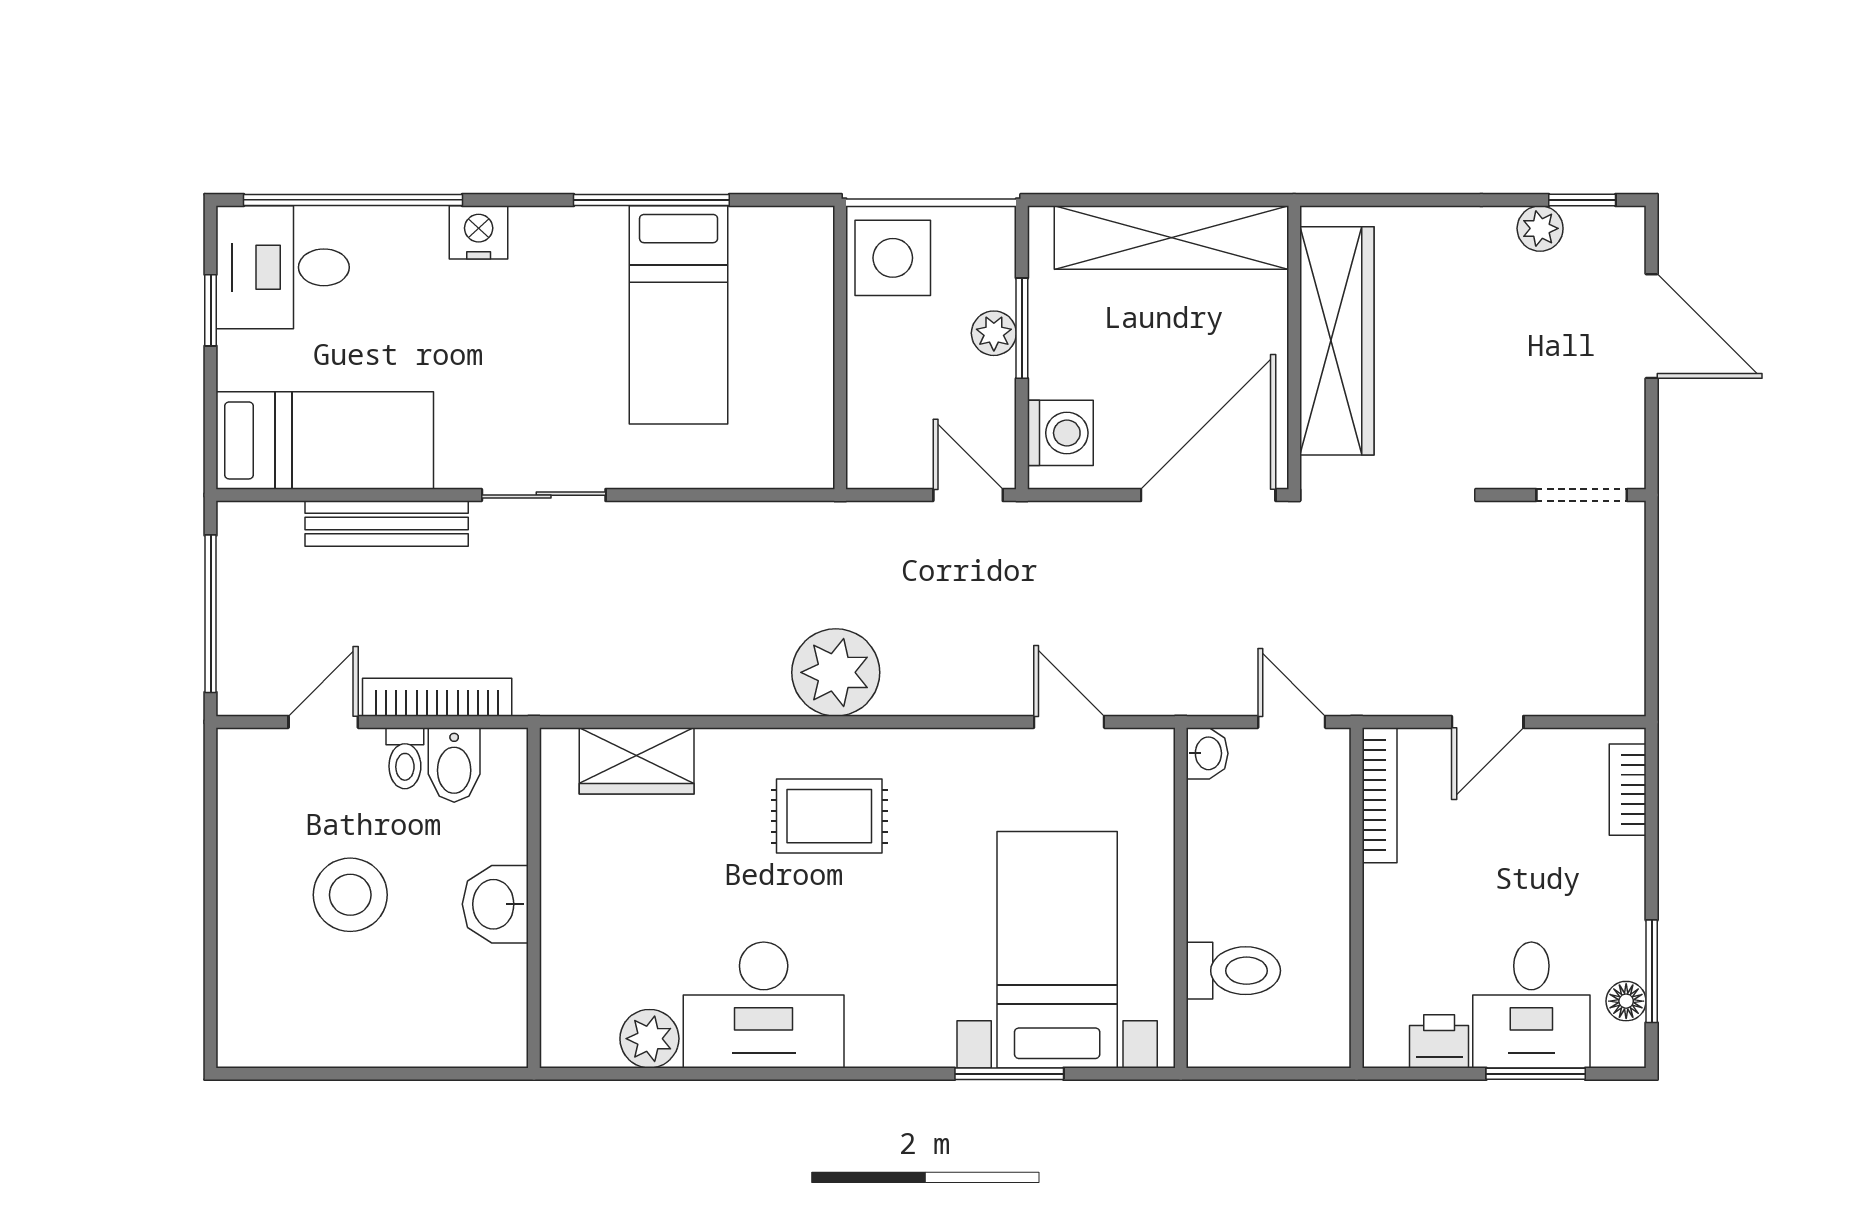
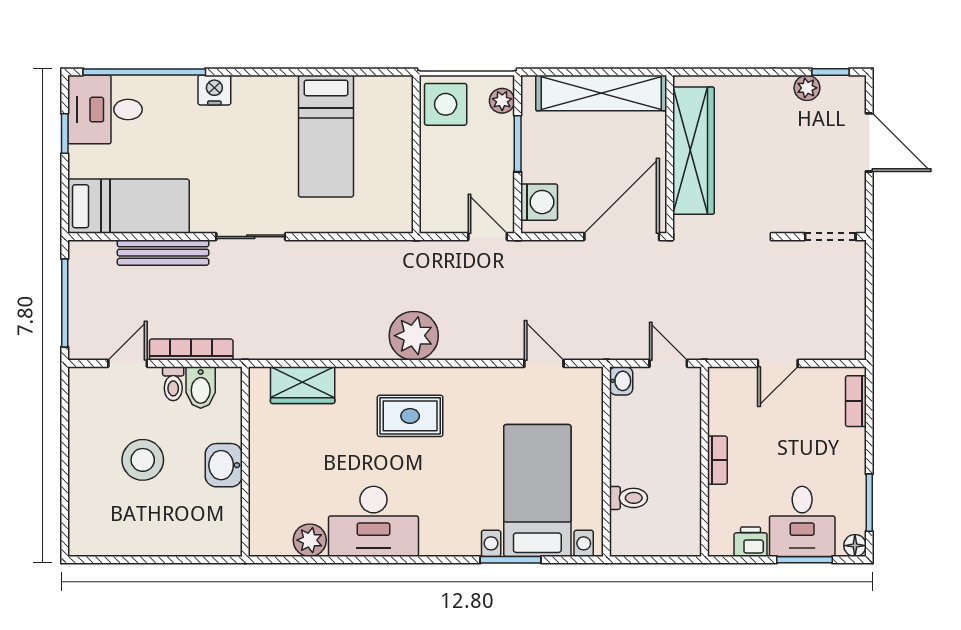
window: (651, 200) -> (311, 72), removed
plant: (994, 333) -> (502, 101), moved
bookcase: (1380, 795) -> (717, 460), moved, width x0.64
toilet: (1233, 971) -> (628, 498), width x0.73, depth x0.72
floor lamp: (1626, 1001) -> (855, 546), moved

